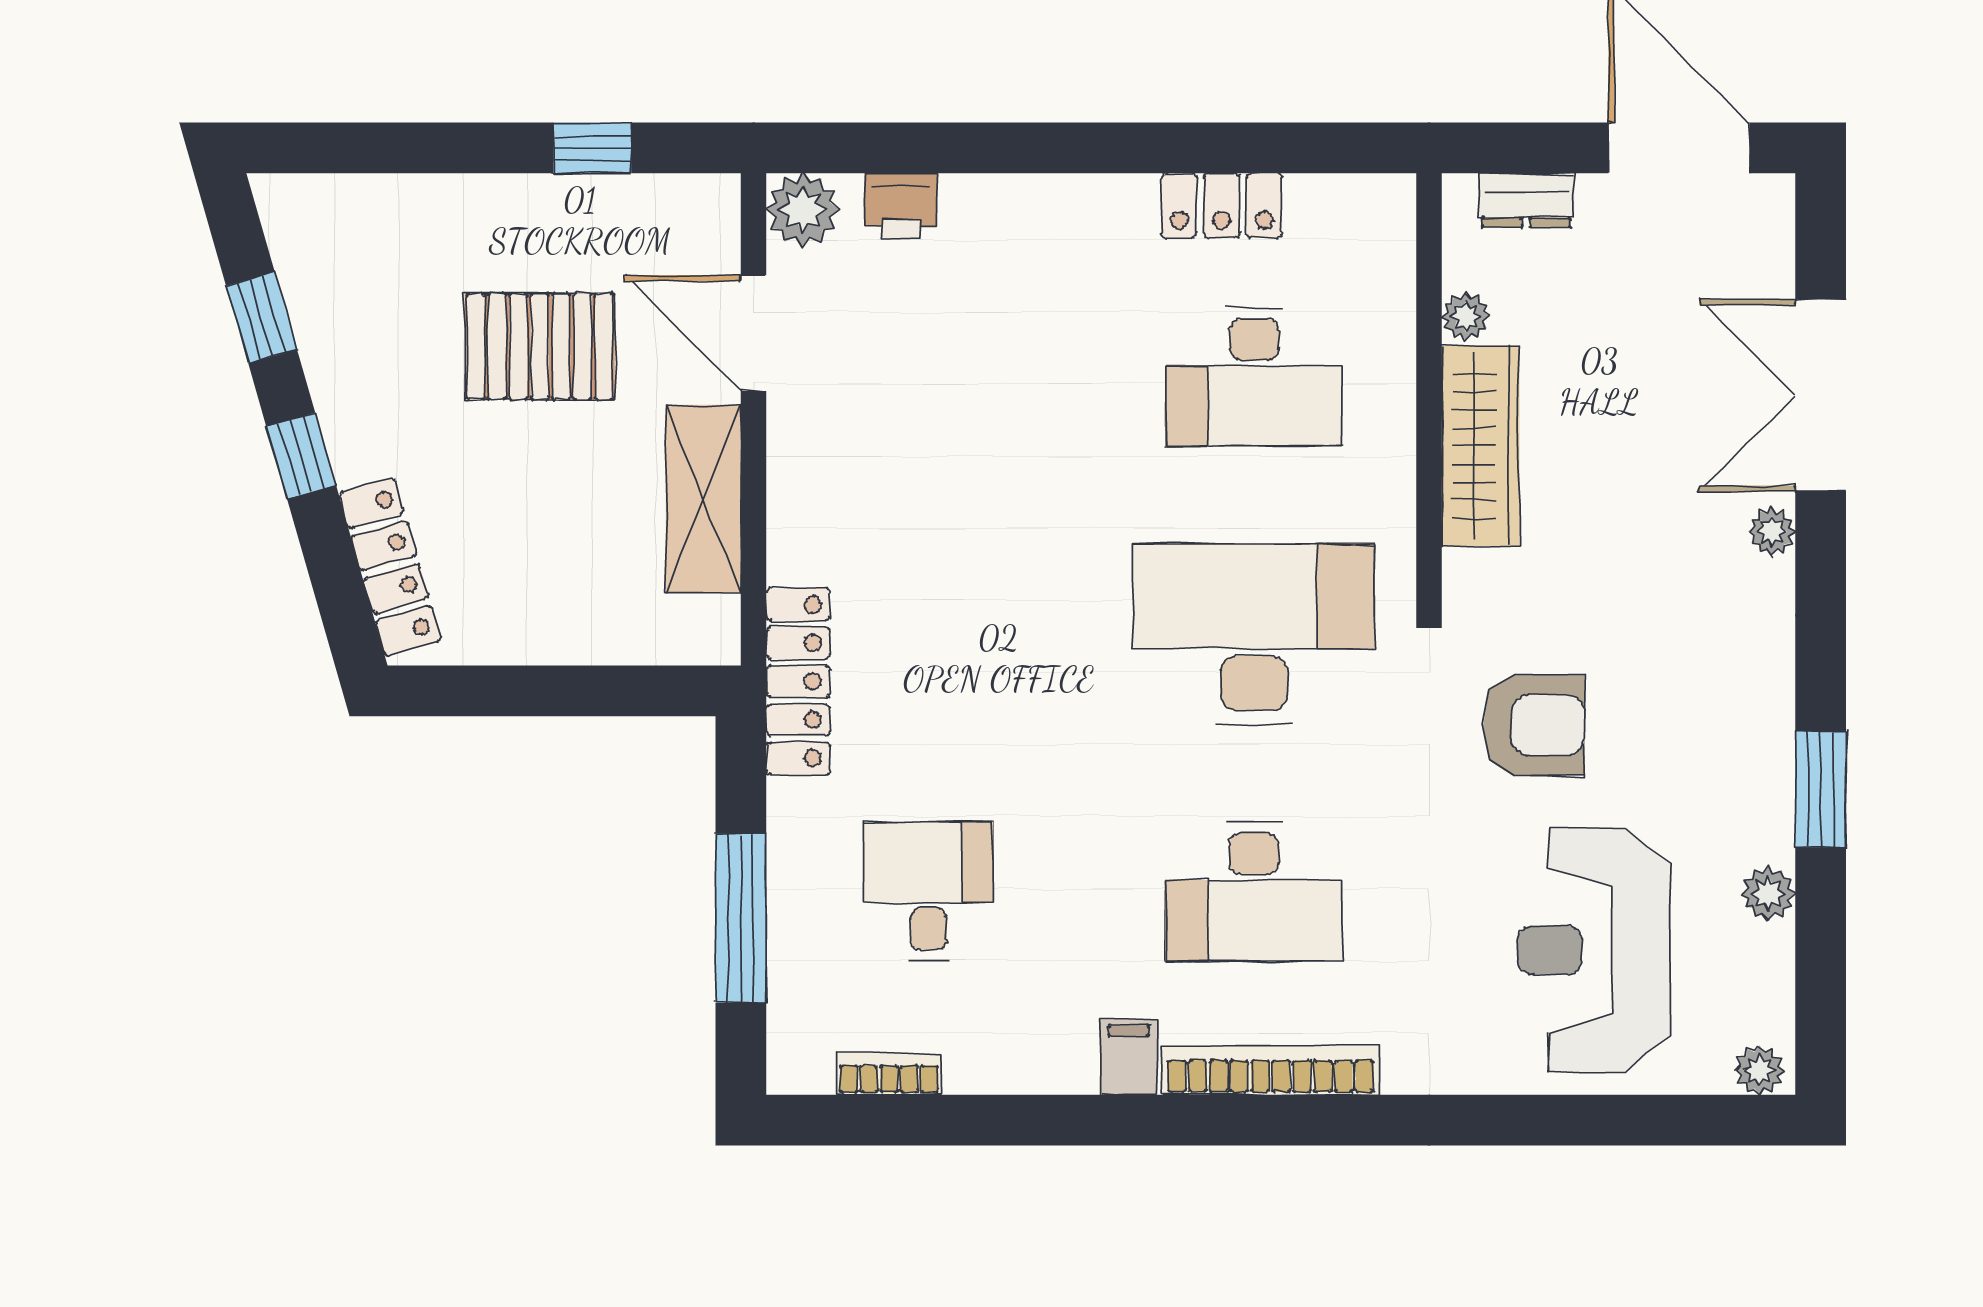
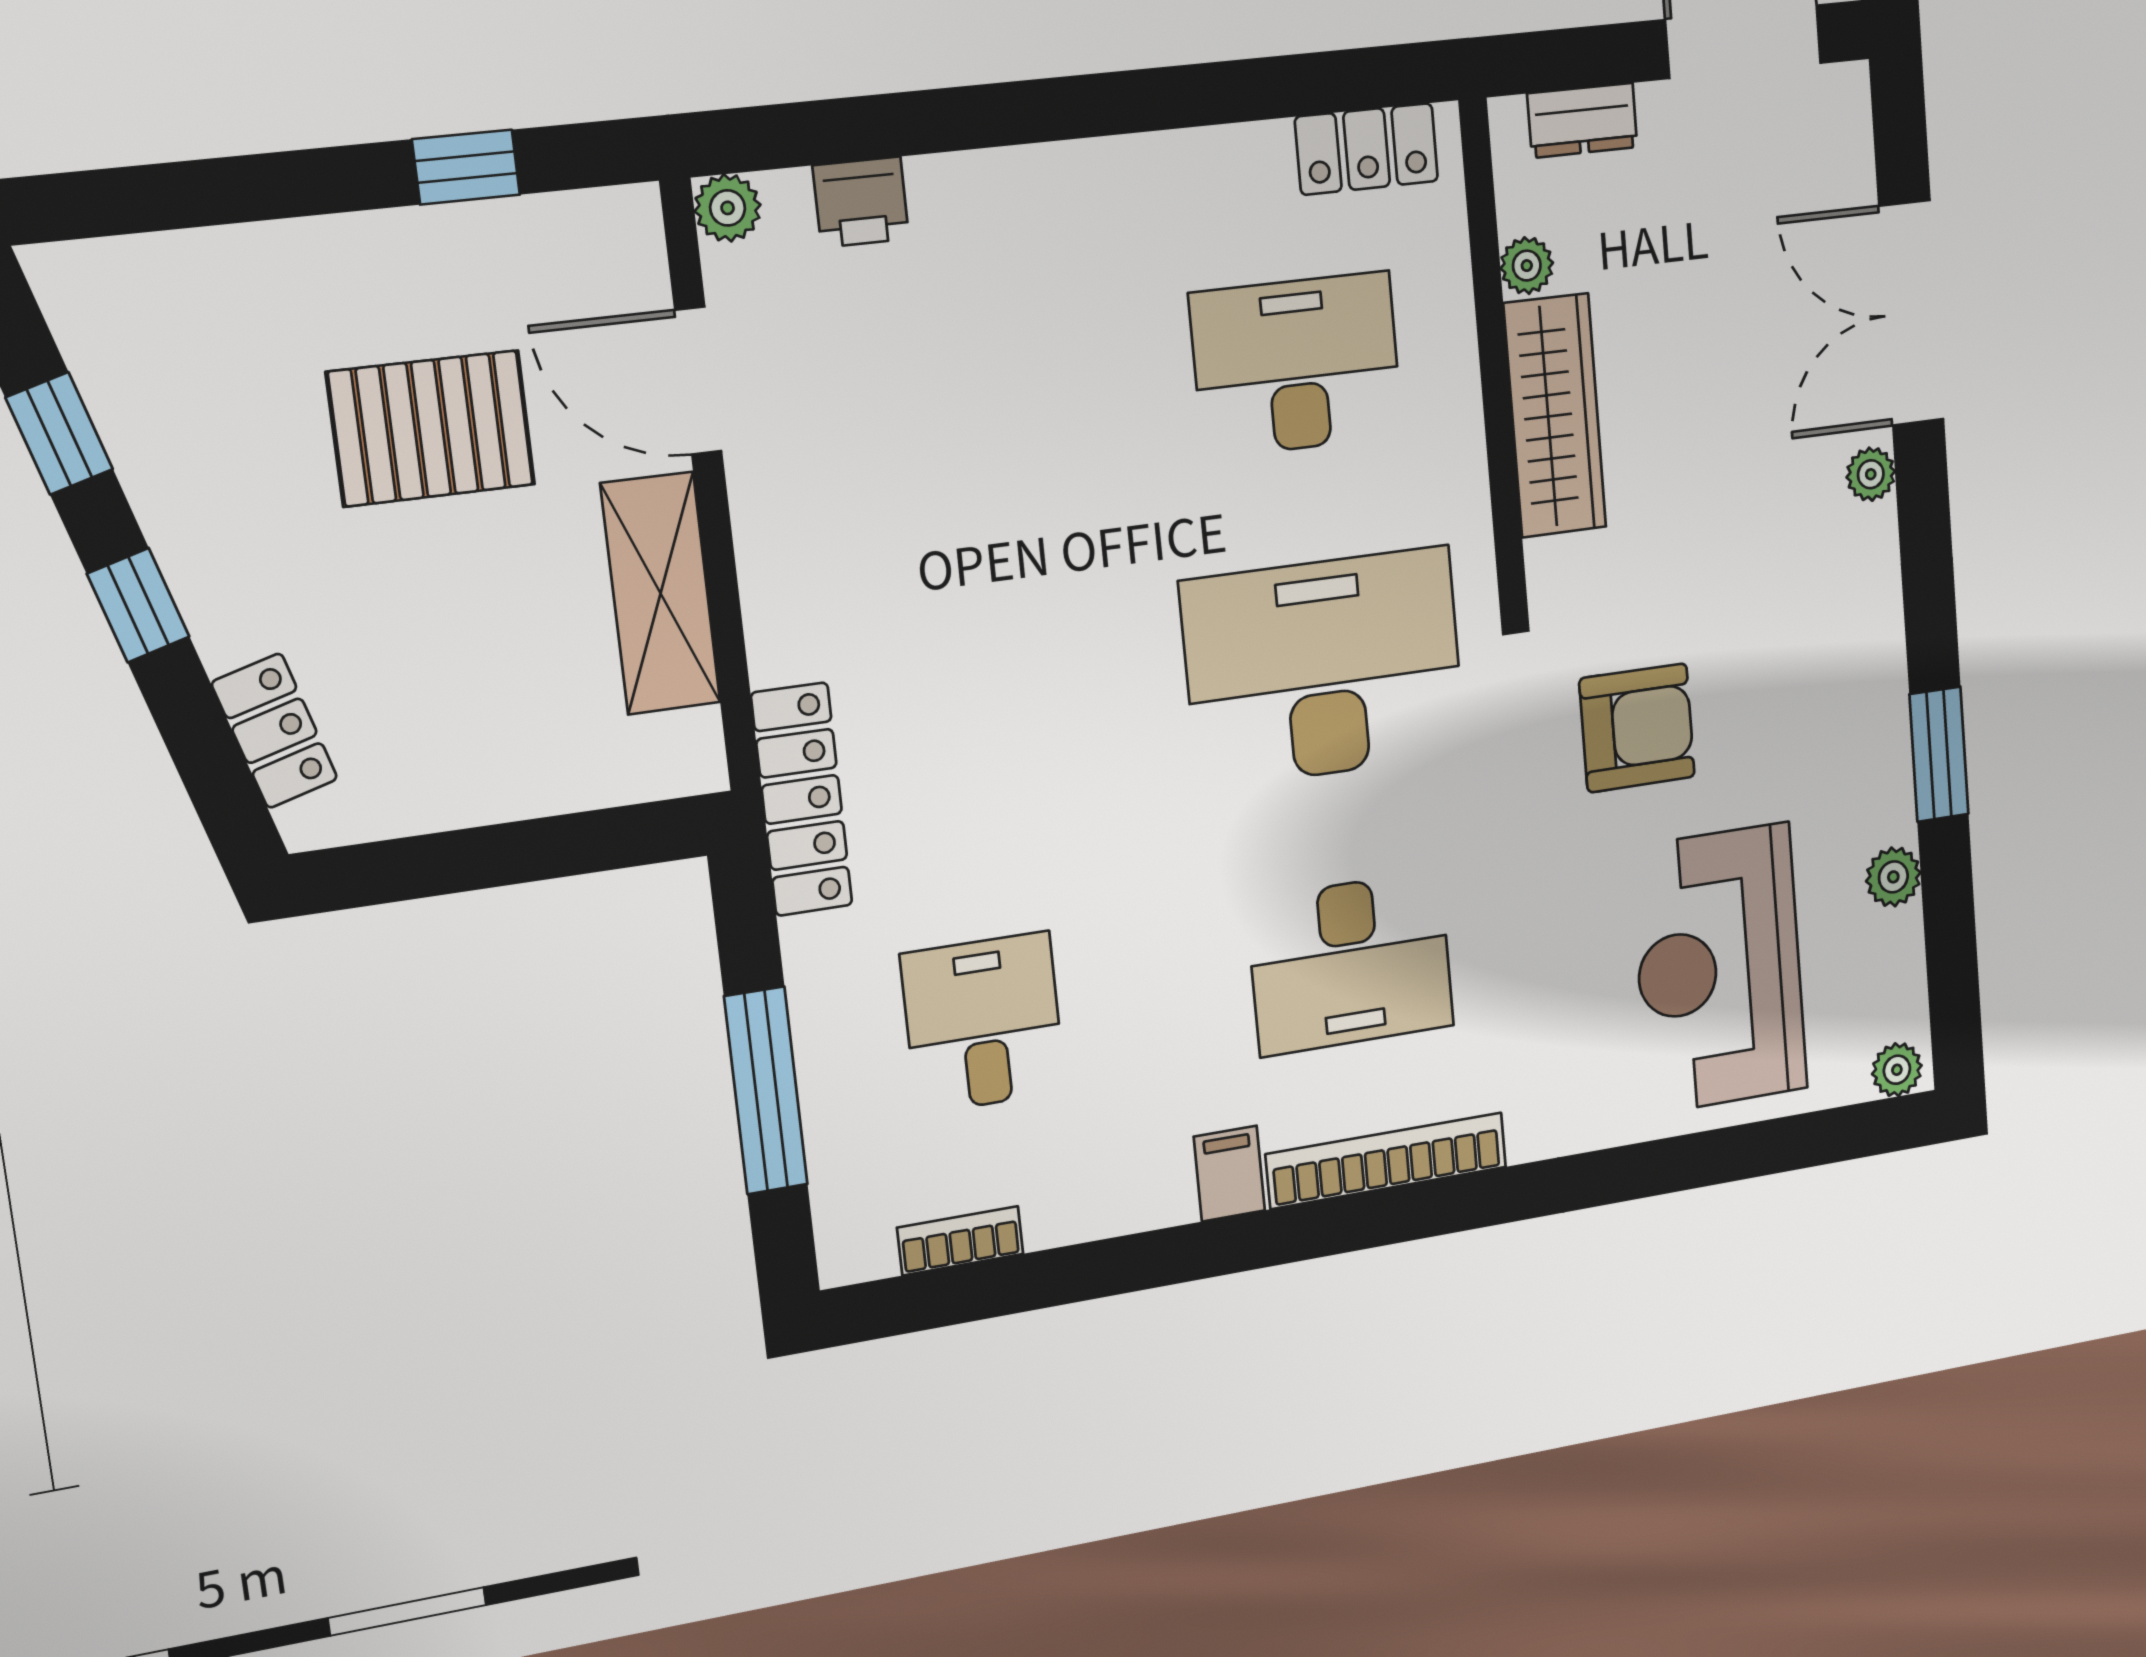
locker: (1222, 206) -> (1367, 149), moved
plant: (803, 210) -> (728, 208), width x0.73, depth x0.73
desk: (1254, 377) -> (1297, 365), turned 180
locker: (390, 567) -> (274, 731), width x0.66

